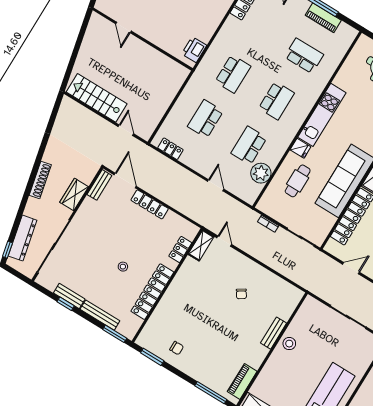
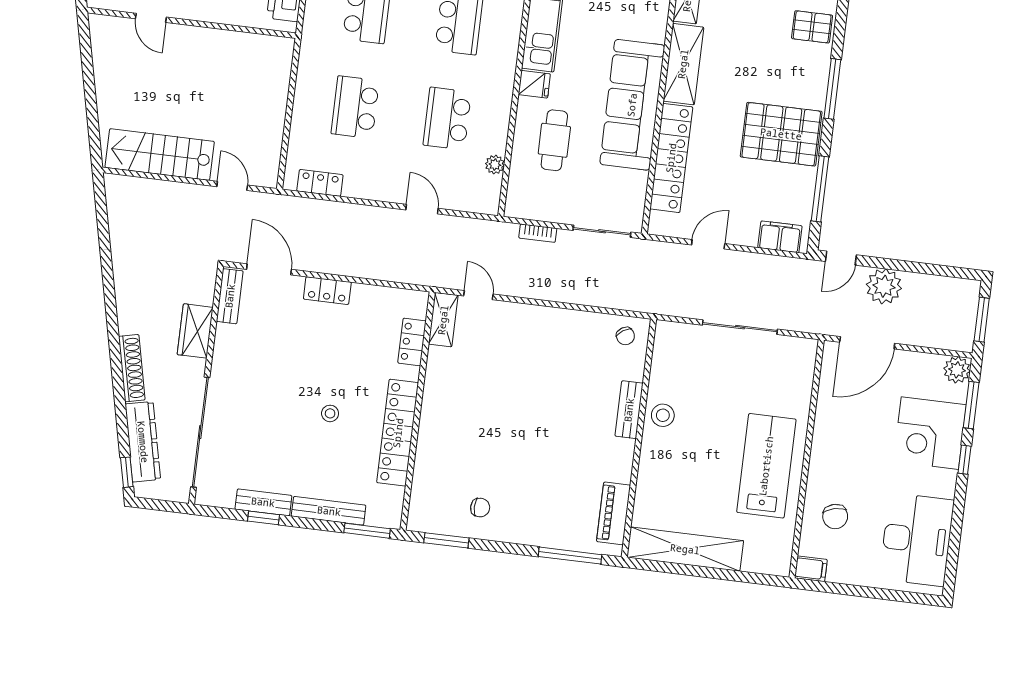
plant: (261, 173) -> (495, 165), width x0.53, depth x0.53
shoe rack: (40, 180) -> (132, 368), moved
locker: (150, 204) -> (327, 291), width x0.66
chair: (241, 294) -> (625, 336), moved

